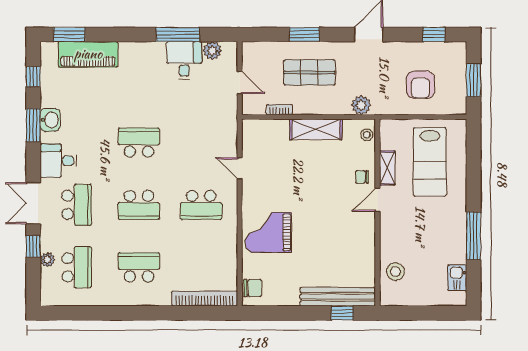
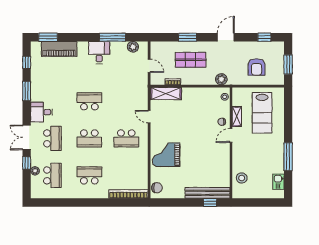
desk: (184, 60) -> (99, 53), moved
washbasin: (50, 120) -> (37, 88), removed
shelving: (316, 129) -> (166, 94), moved

